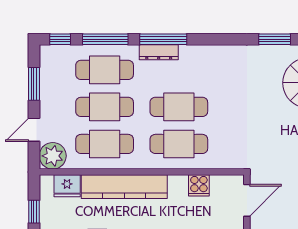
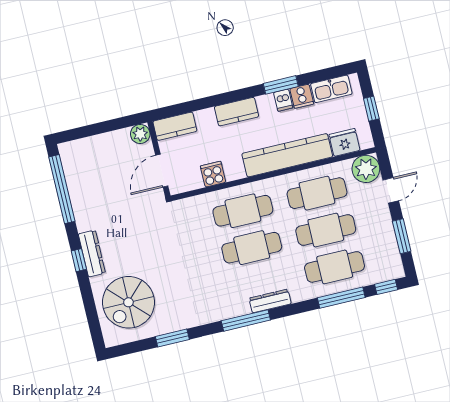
window: (163, 39) -> (246, 320), moved
dresser: (159, 52) -> (270, 301), moved

